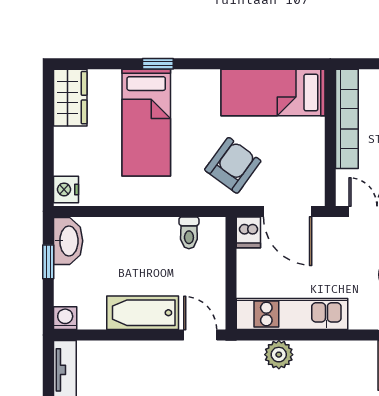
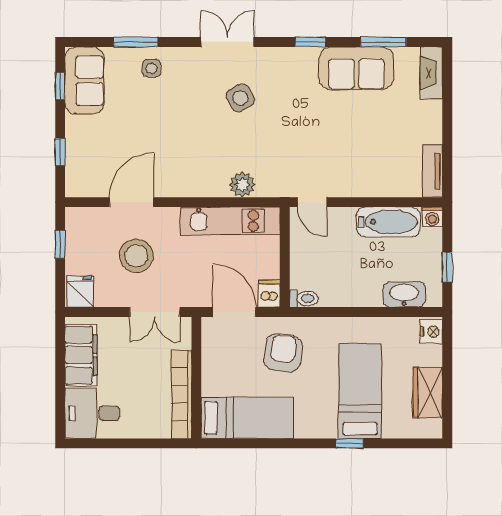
wardrobe: (70, 98) -> (428, 393), moved
armchair: (233, 165) -> (283, 353), turned 151
toilet: (189, 233) -> (304, 298), moved, turned 90
washbasin: (68, 241) -> (404, 294), moved, turned 90
bathtub: (143, 313) -> (388, 222), moved

